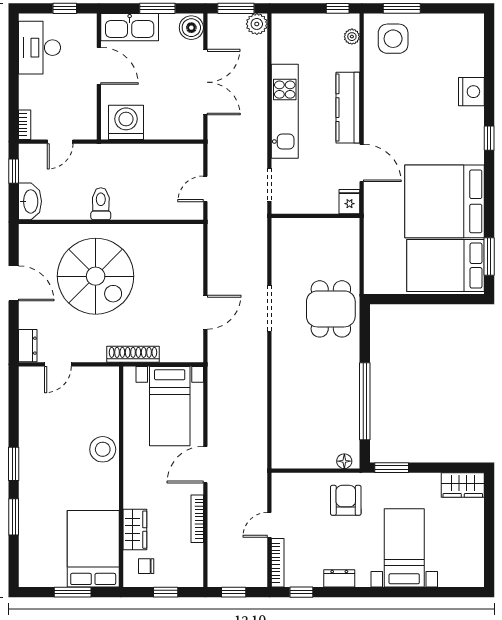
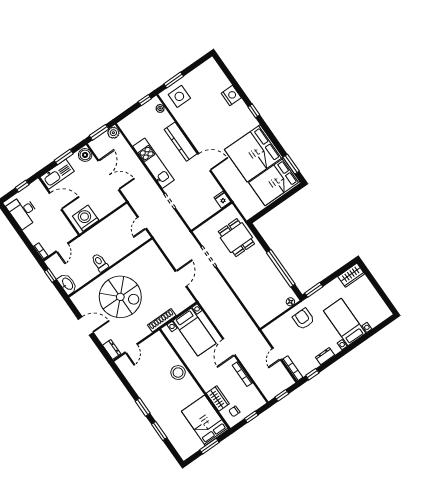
fridge: (349, 202) -> (222, 200), moved
wall: (316, 216) -> (212, 217), moved

